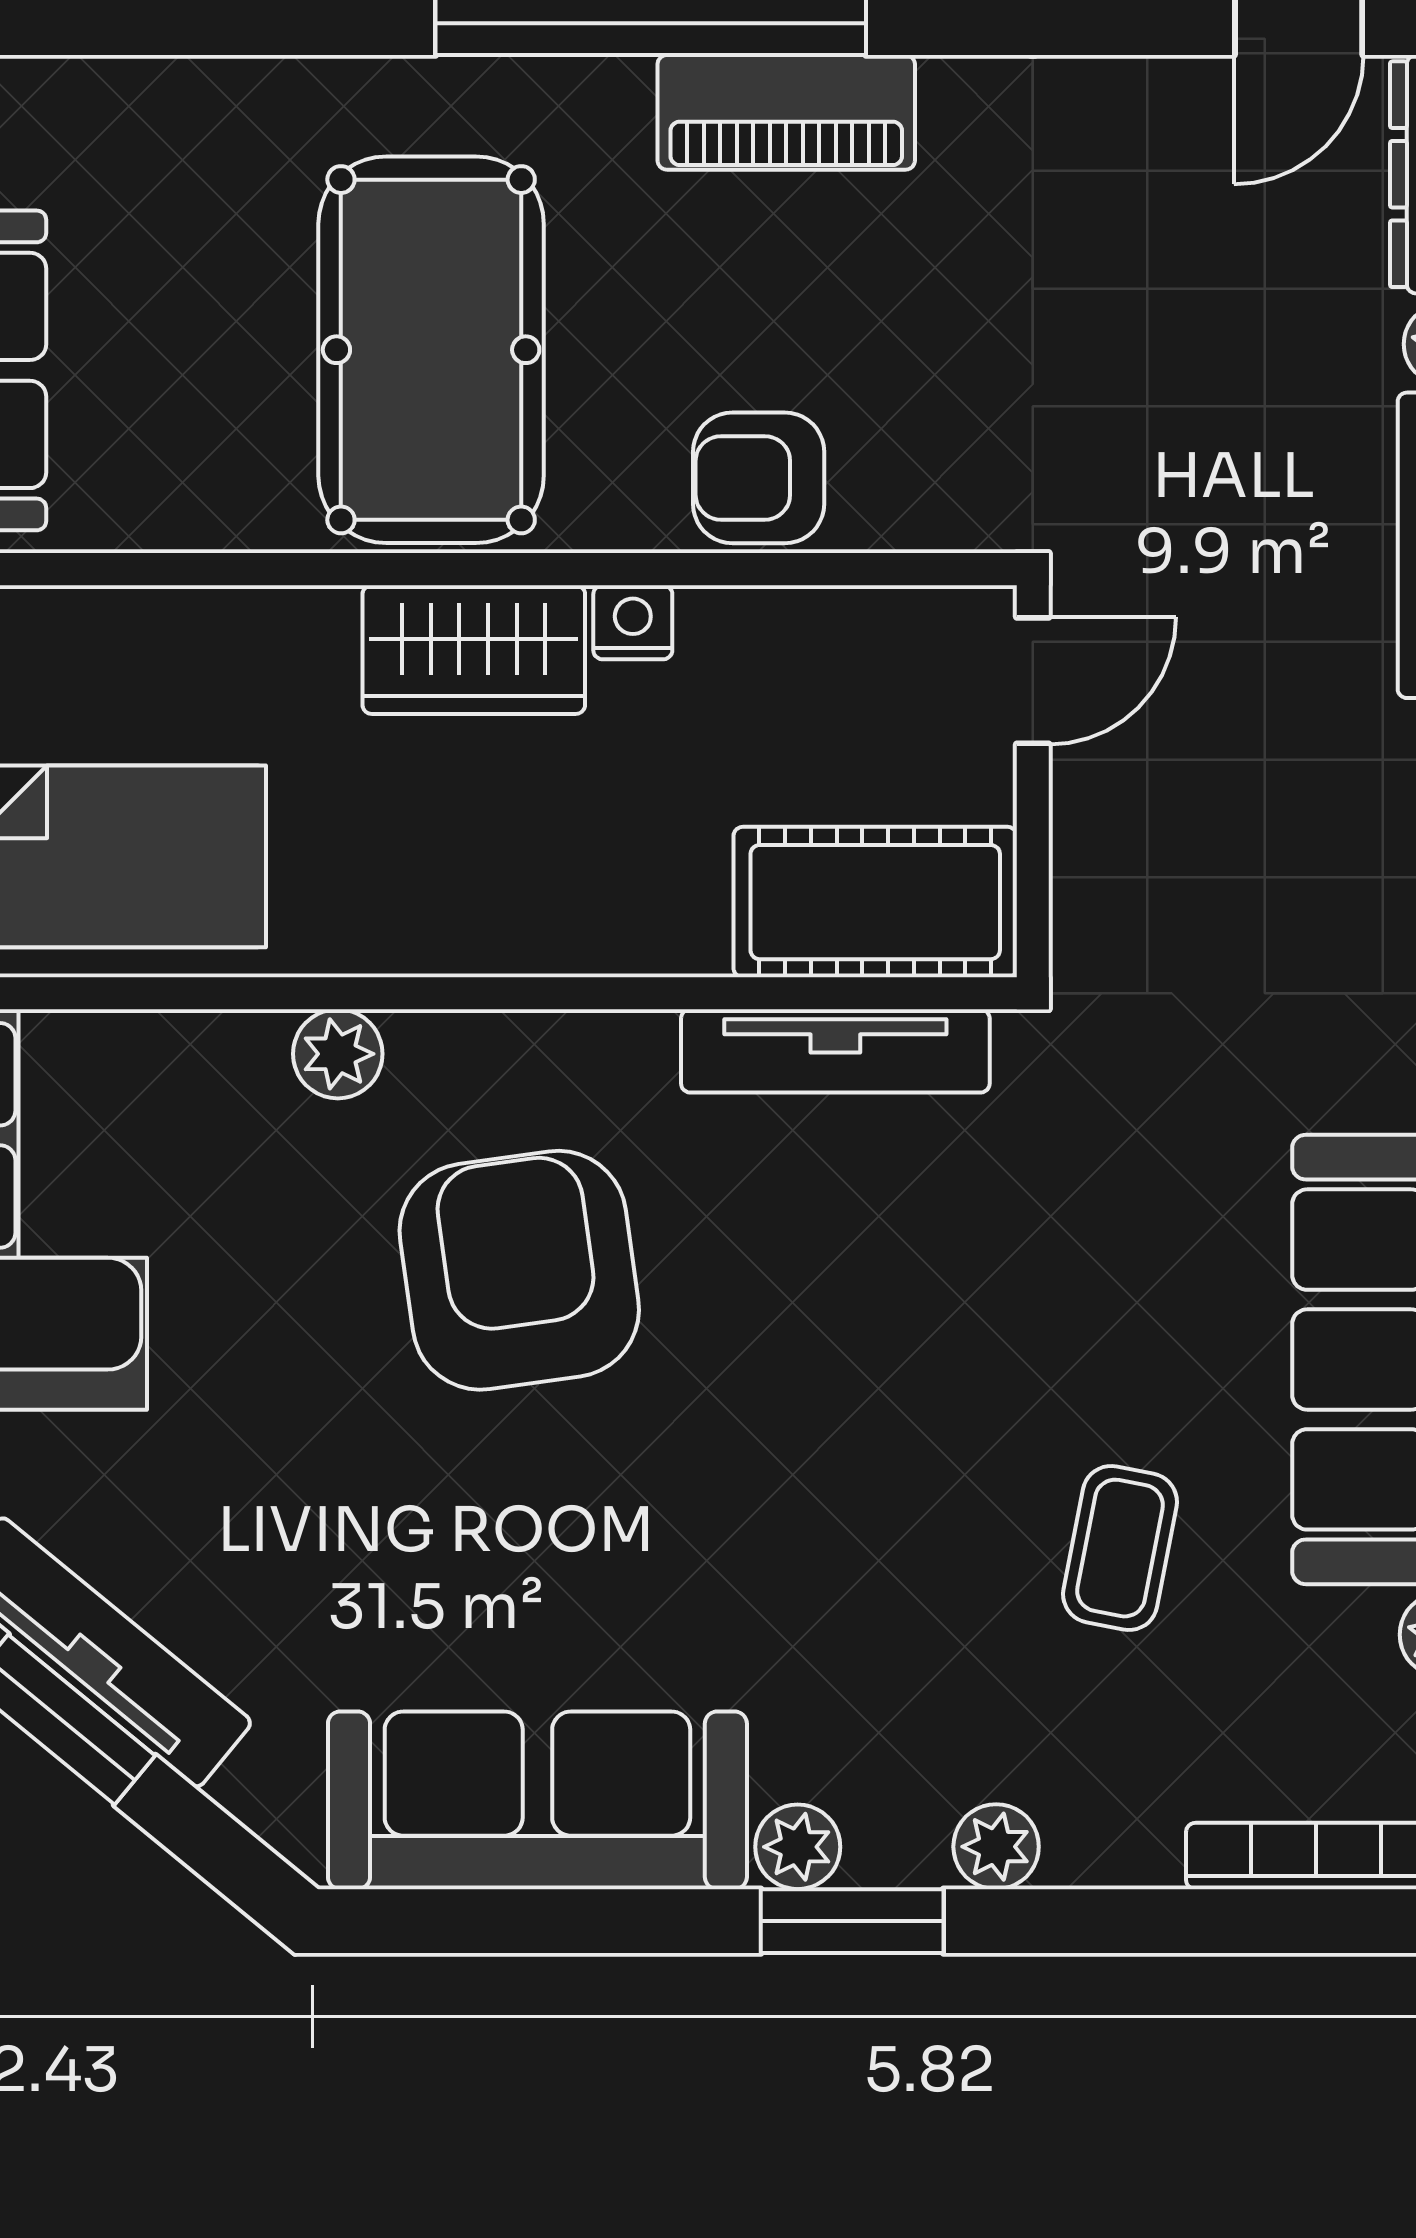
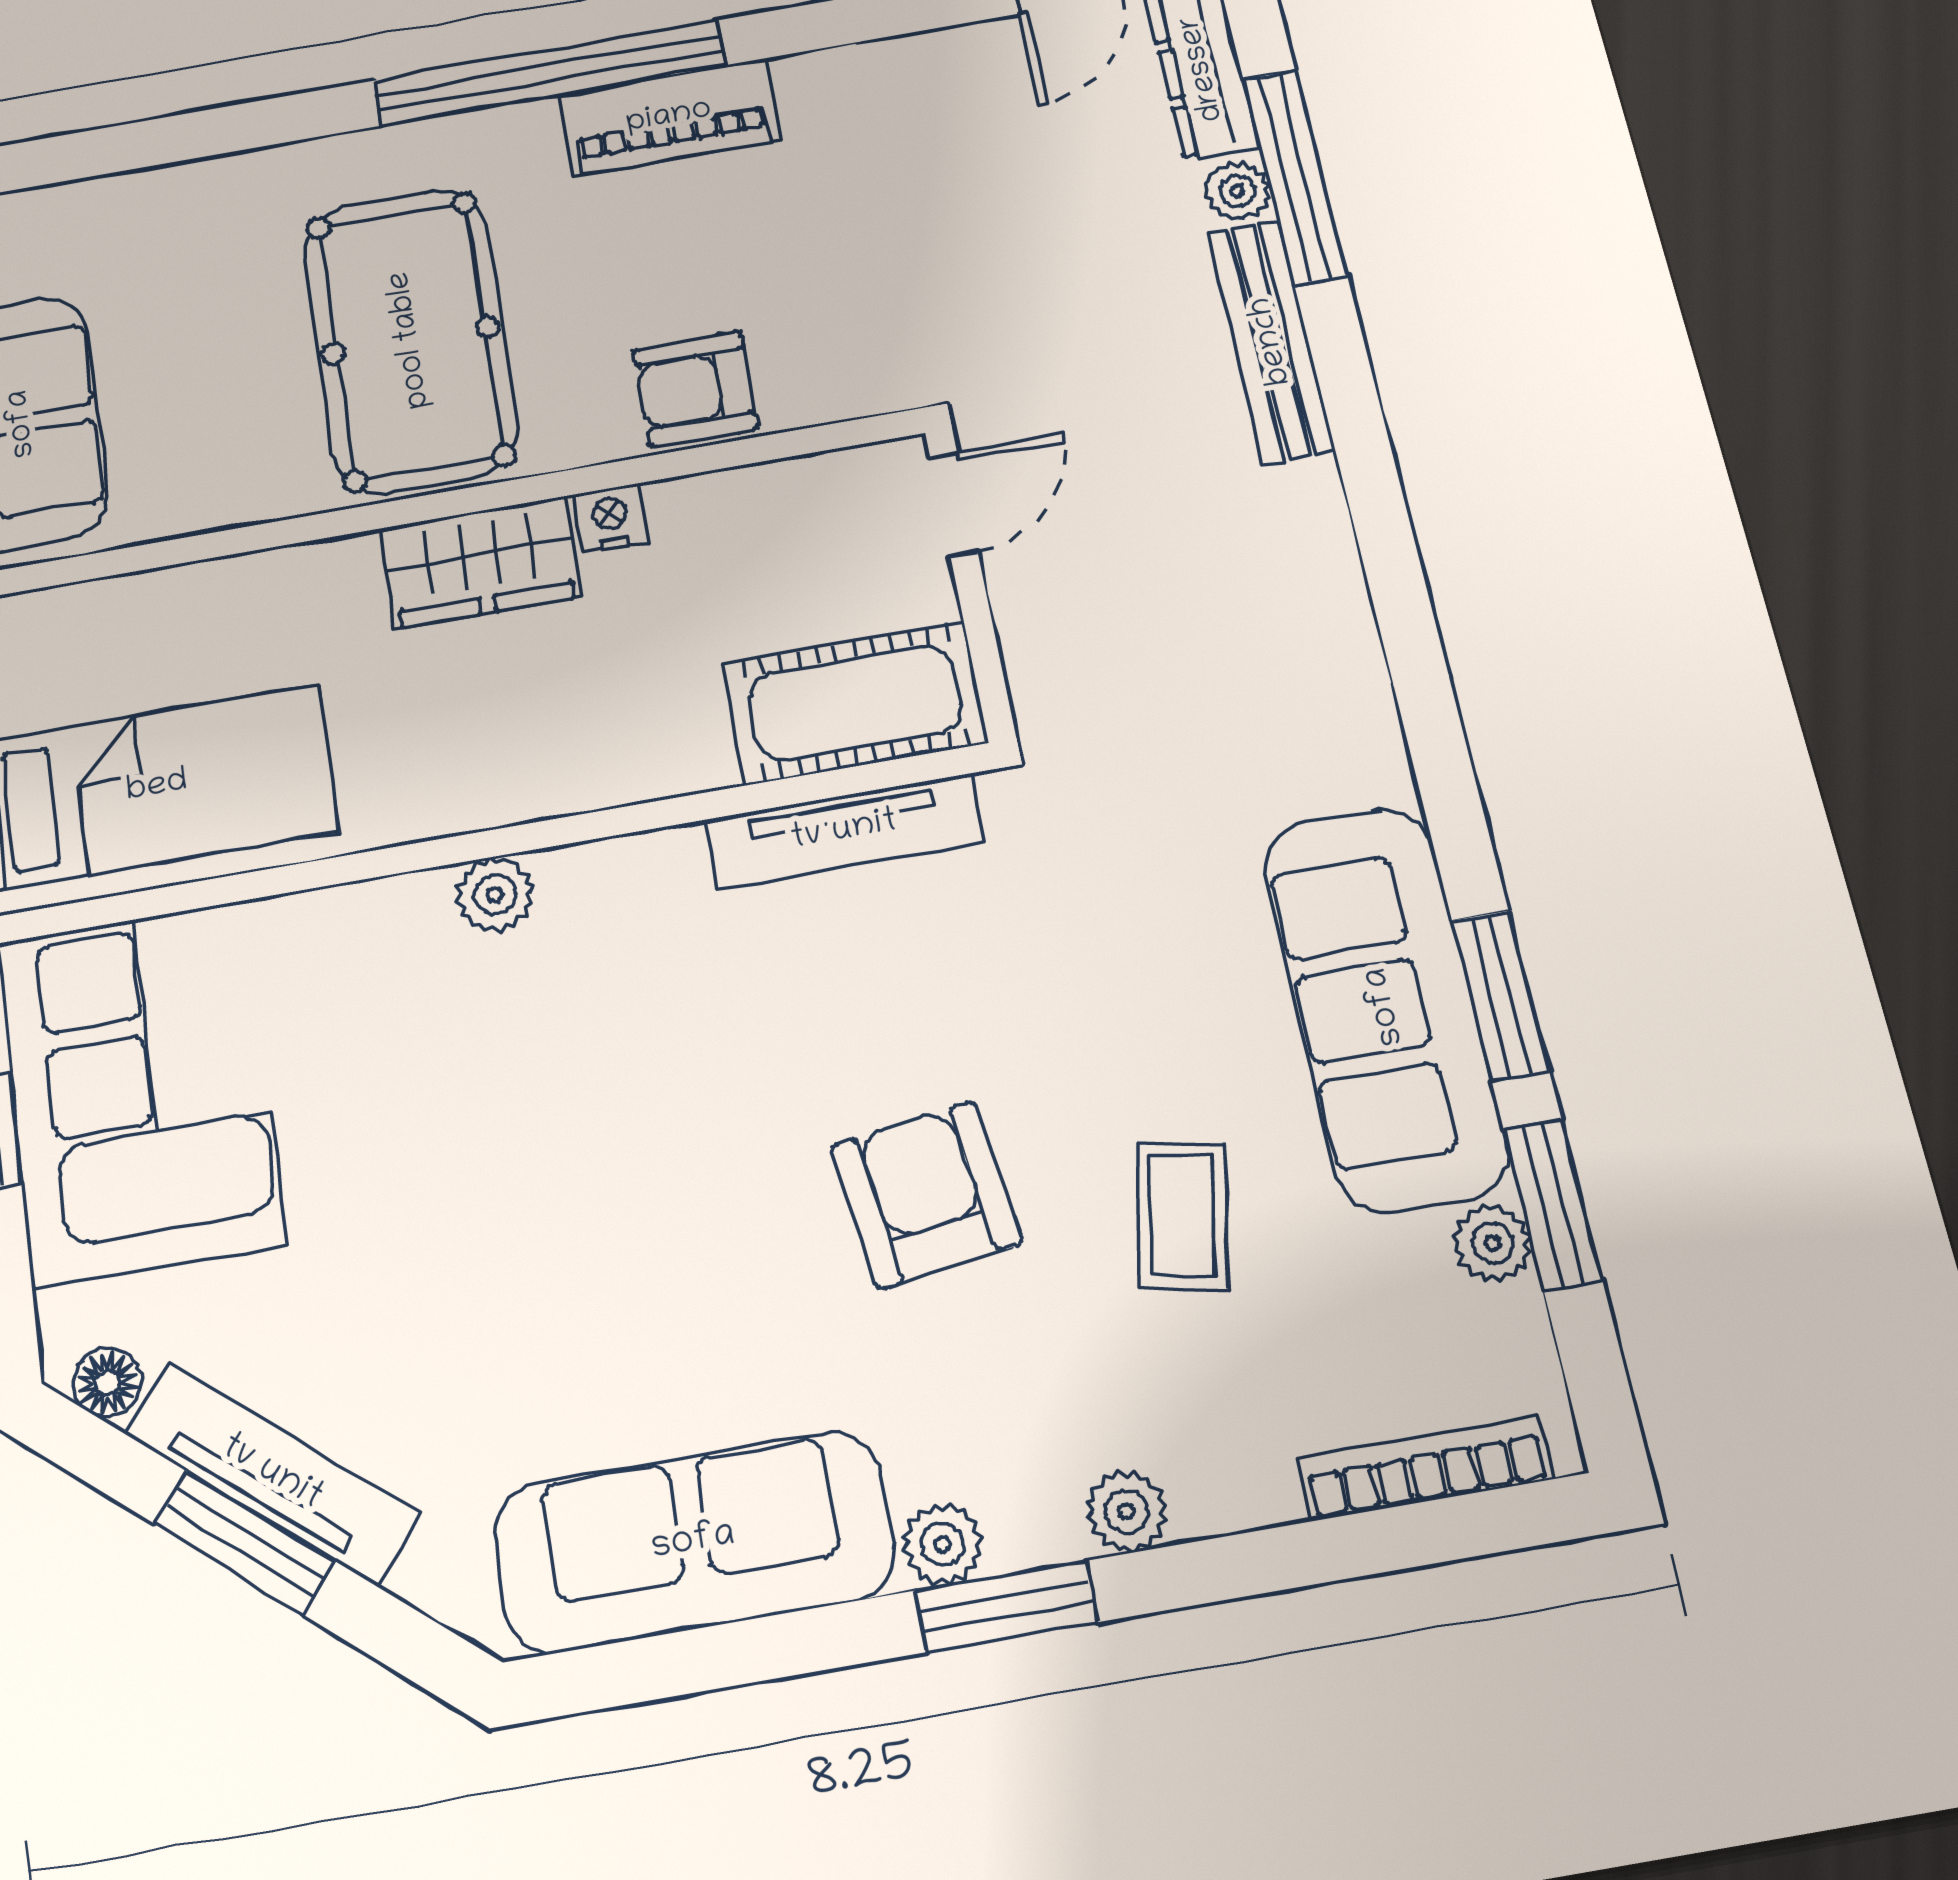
plant: (338, 1054) -> (495, 894), moved
armchair: (519, 1270) -> (927, 1195), moved, width x0.73, depth x0.73

